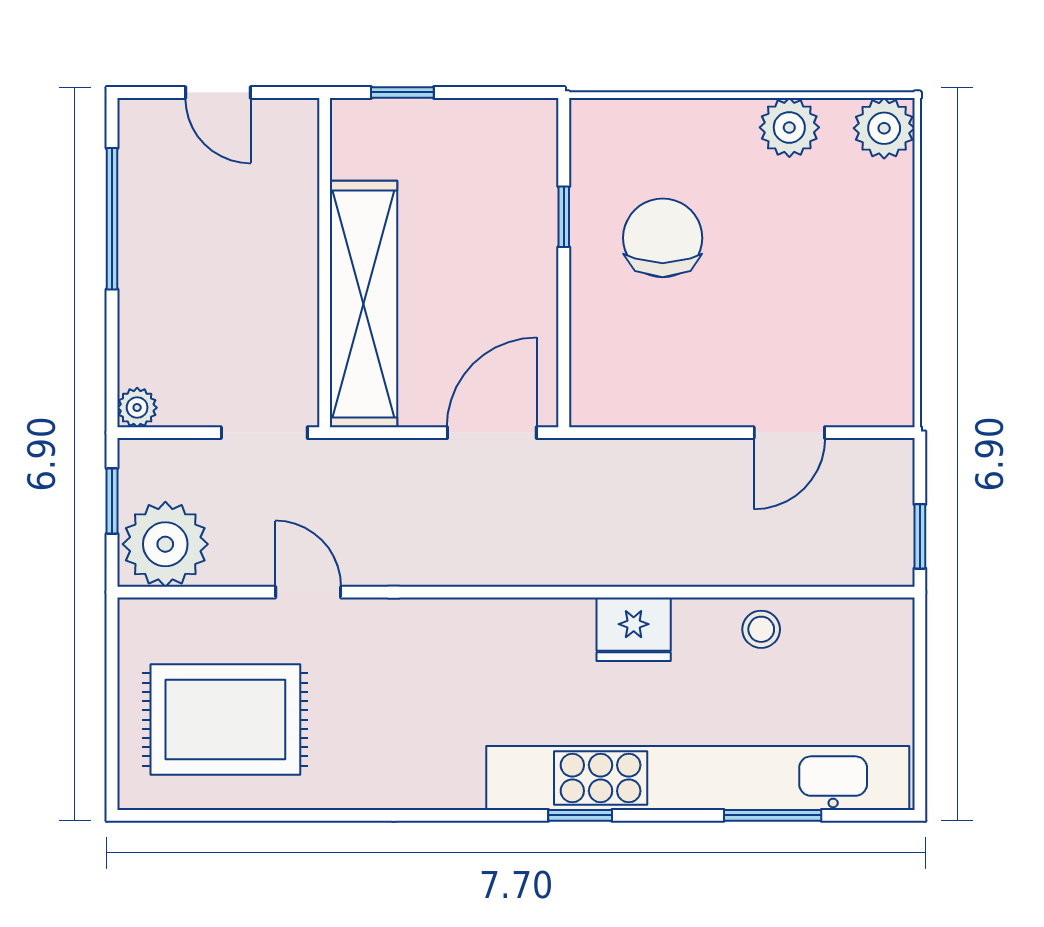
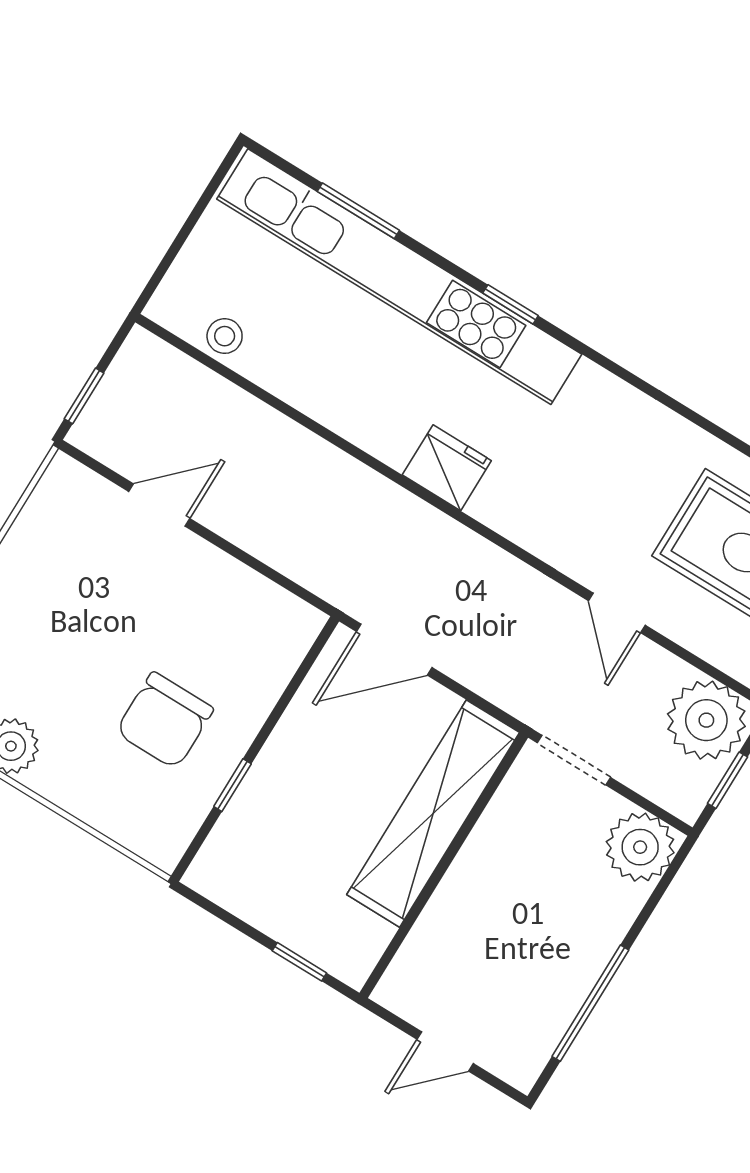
door: (218, 92) -> (445, 1051), swing flipped
plant: (137, 408) -> (640, 847), width x1.88, depth x1.88
window: (920, 536) -> (84, 396), moved
fridge: (634, 629) -> (447, 468), moved
stool: (761, 629) -> (225, 336), moved

